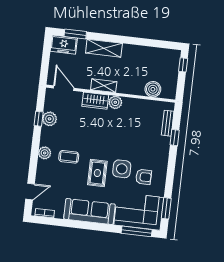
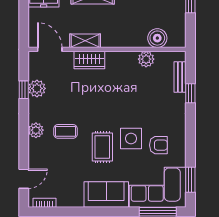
shelving: (104, 86) -> (85, 41), moved
plant: (115, 102) -> (146, 59), moved
sofa: (89, 212) -> (106, 195), width x0.73

